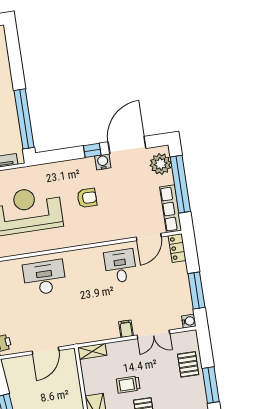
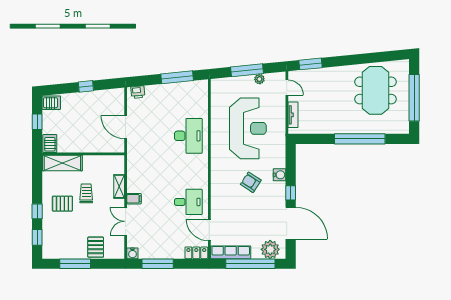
window: (24, 119) -> (360, 139), moved
water cooler: (103, 162) -> (279, 175), moved
armchair: (87, 198) -> (251, 182), turned 123
shelving: (92, 351) -> (119, 186), moved
pallet: (188, 364) -> (96, 247), turned 90

